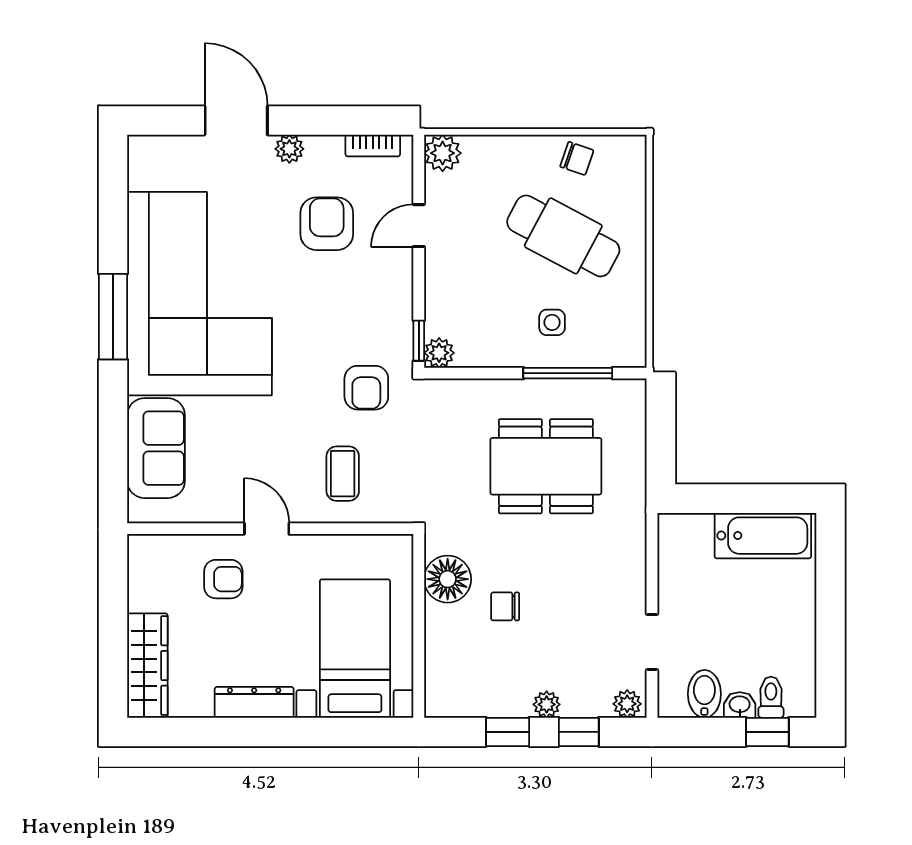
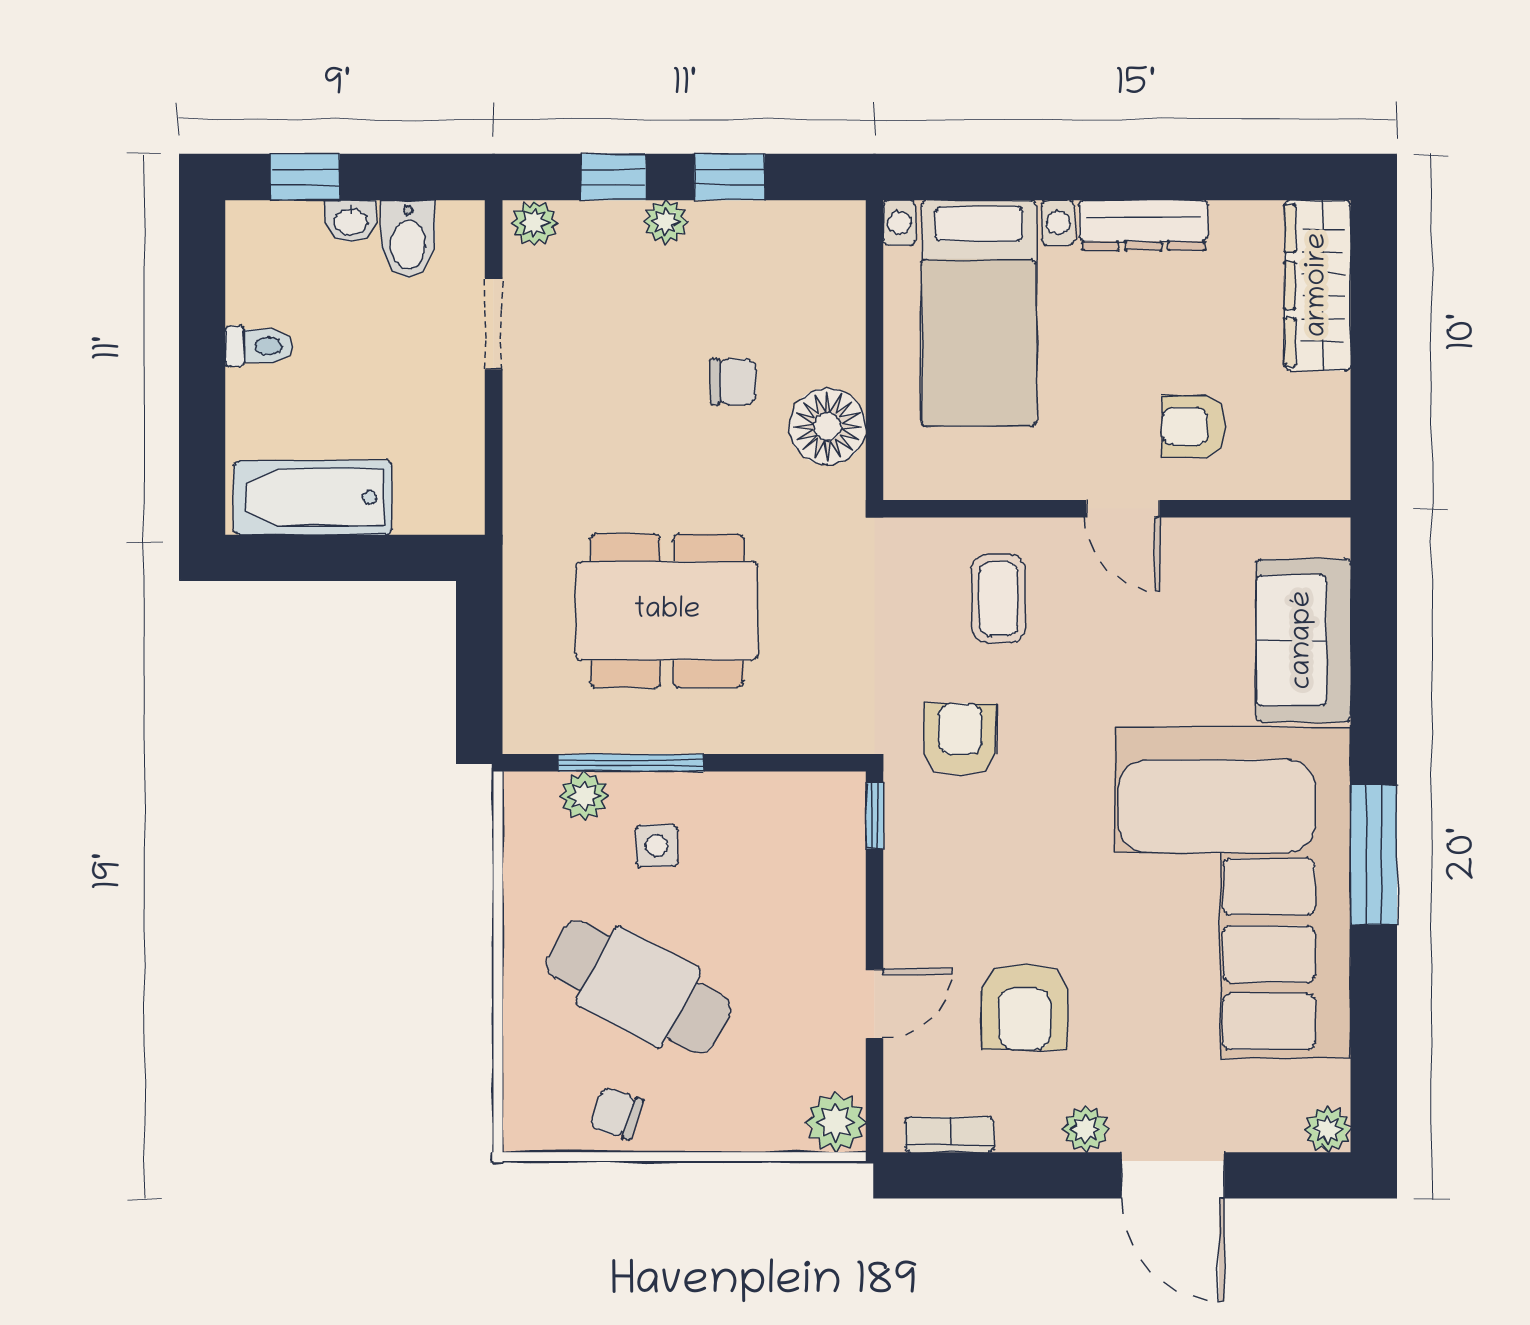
plant: (141, 149) -> (1328, 1129), added
plant: (439, 353) -> (584, 796), moved
toilet: (771, 697) -> (259, 346), moved, turned -90

